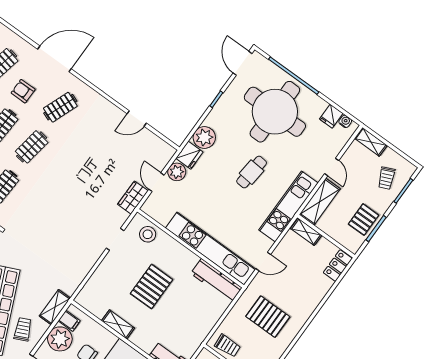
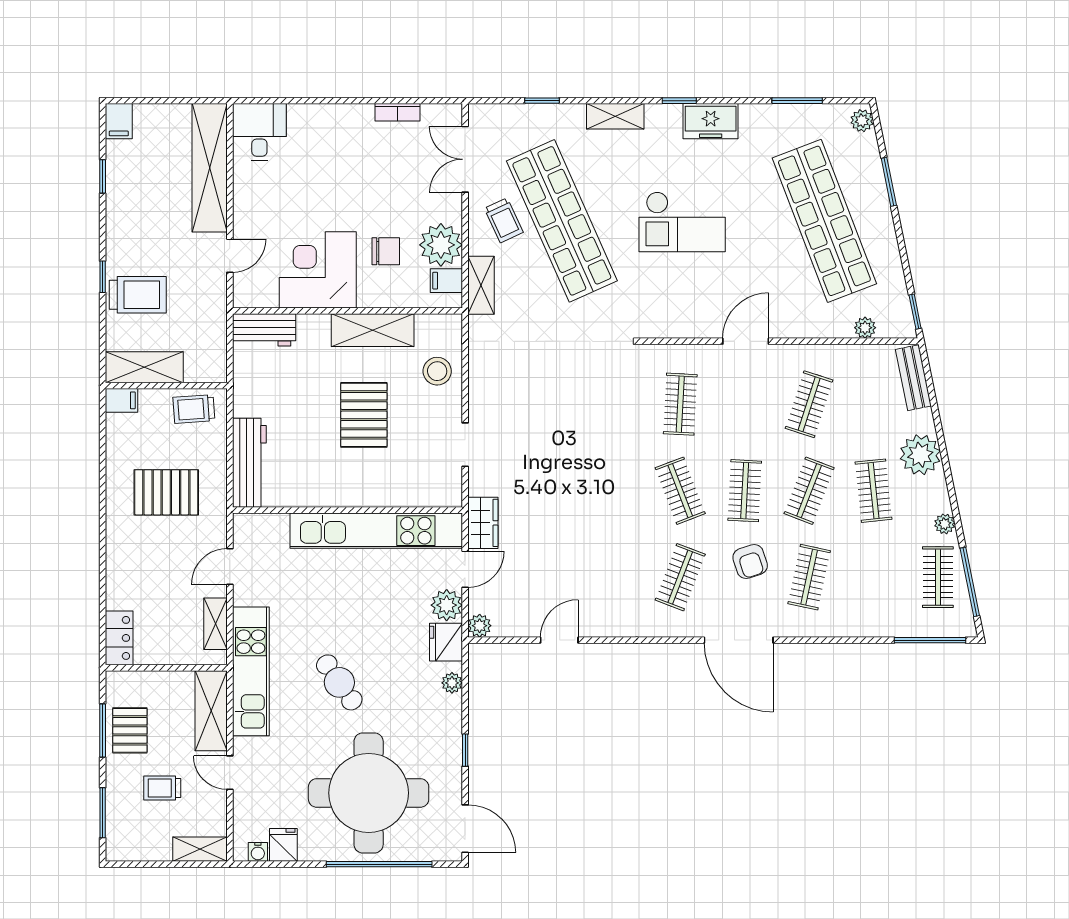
door: (54, 59) -> (739, 640), hinge flipped
armchair: (23, 91) -> (750, 561), turned 72
plant: (204, 137) -> (452, 683), width x0.53, depth x0.53
clothes rail: (32, 147) -> (680, 491), turned -30
plant: (169, 152) -> (480, 626), added
cafe table: (252, 172) -> (339, 682), turned -40
trolley: (386, 178) -> (162, 788), moved, turned -66
door: (156, 182) -> (465, 569), hinge flipped
shelving: (306, 232) -> (216, 624), moved, turned 90
stool: (148, 234) -> (437, 371), moved
kitchen unit: (211, 248) -> (376, 531), moved
workbench: (216, 281) -> (249, 463), moved, turned 90
shelving: (118, 324) -> (373, 330), width x1.50, depth x1.33

